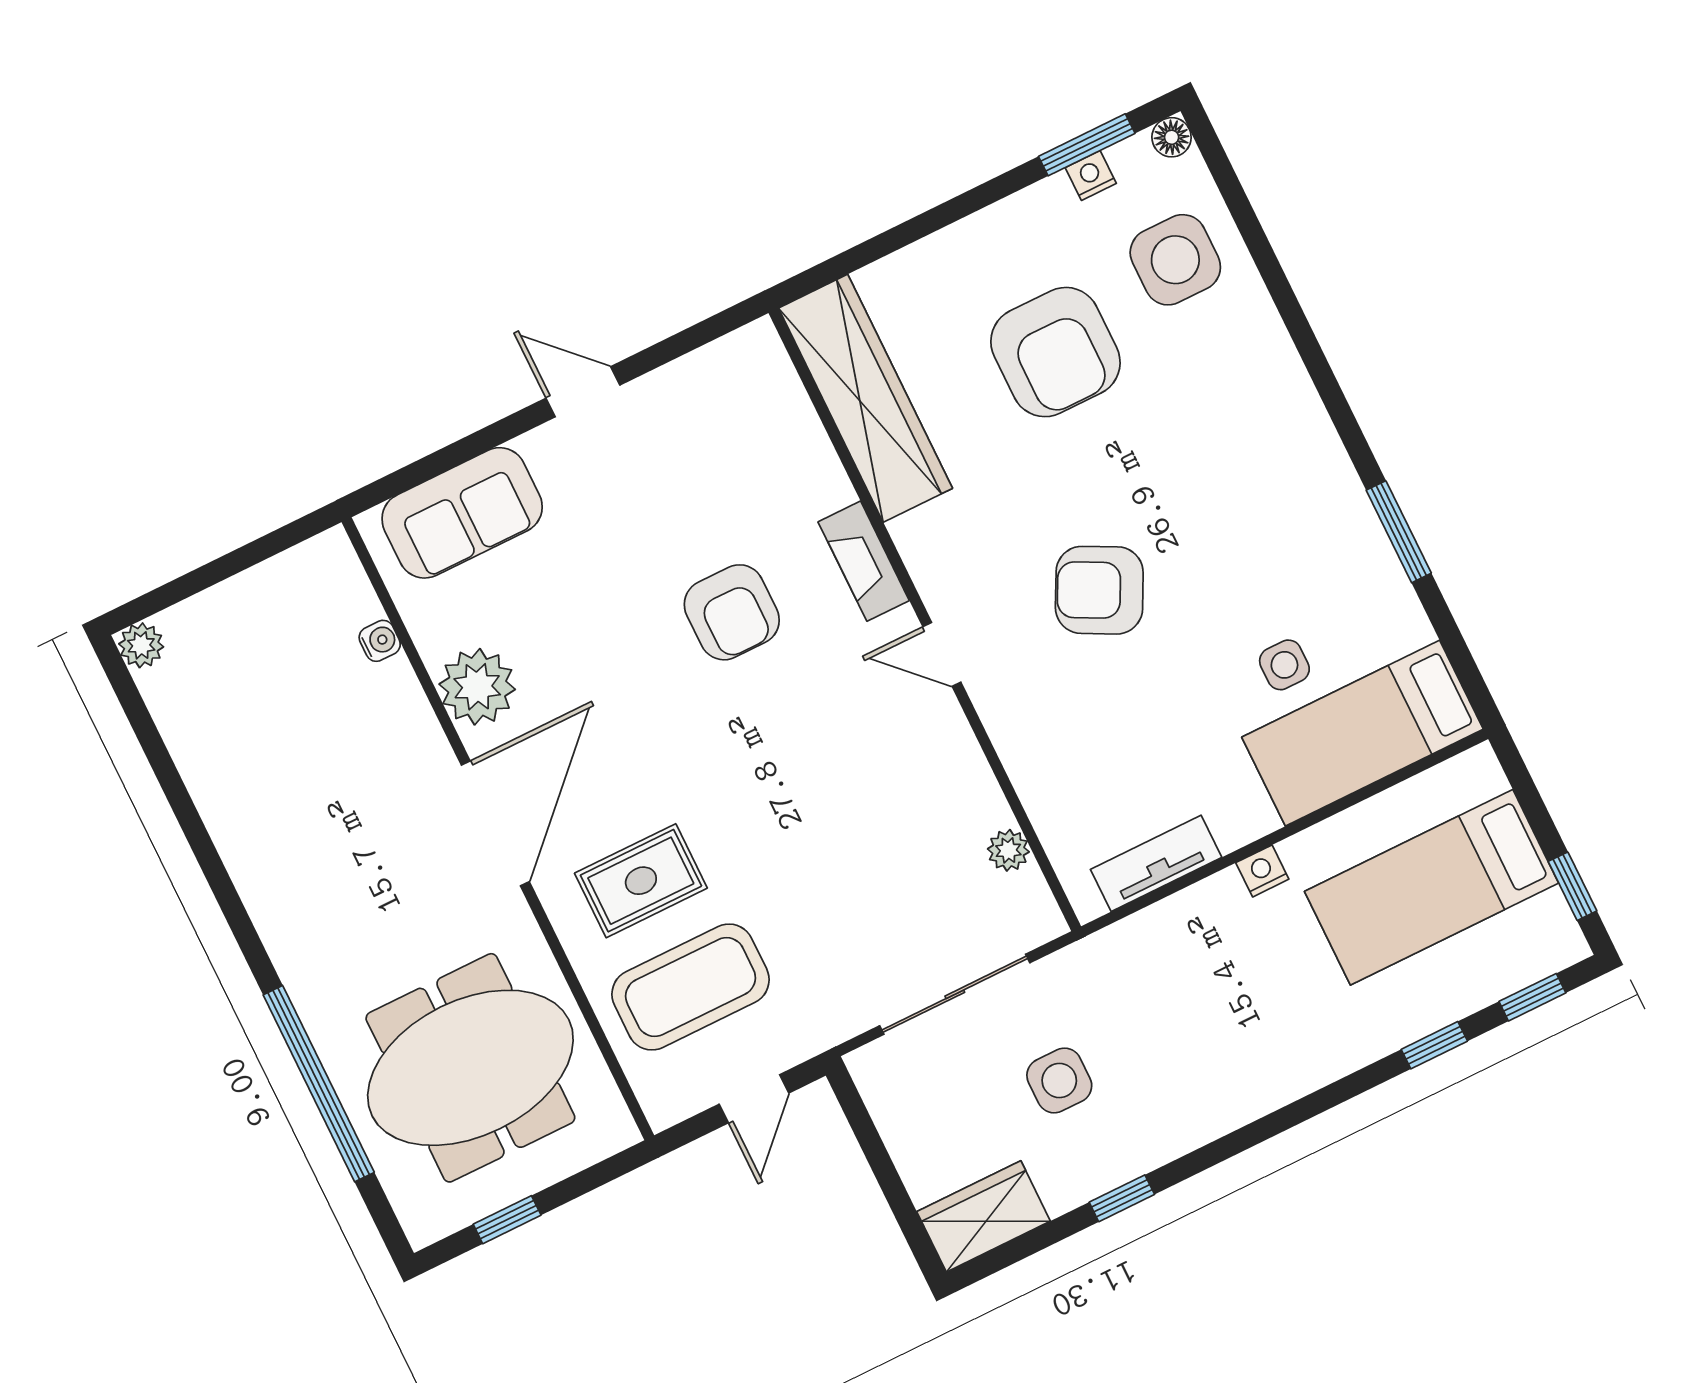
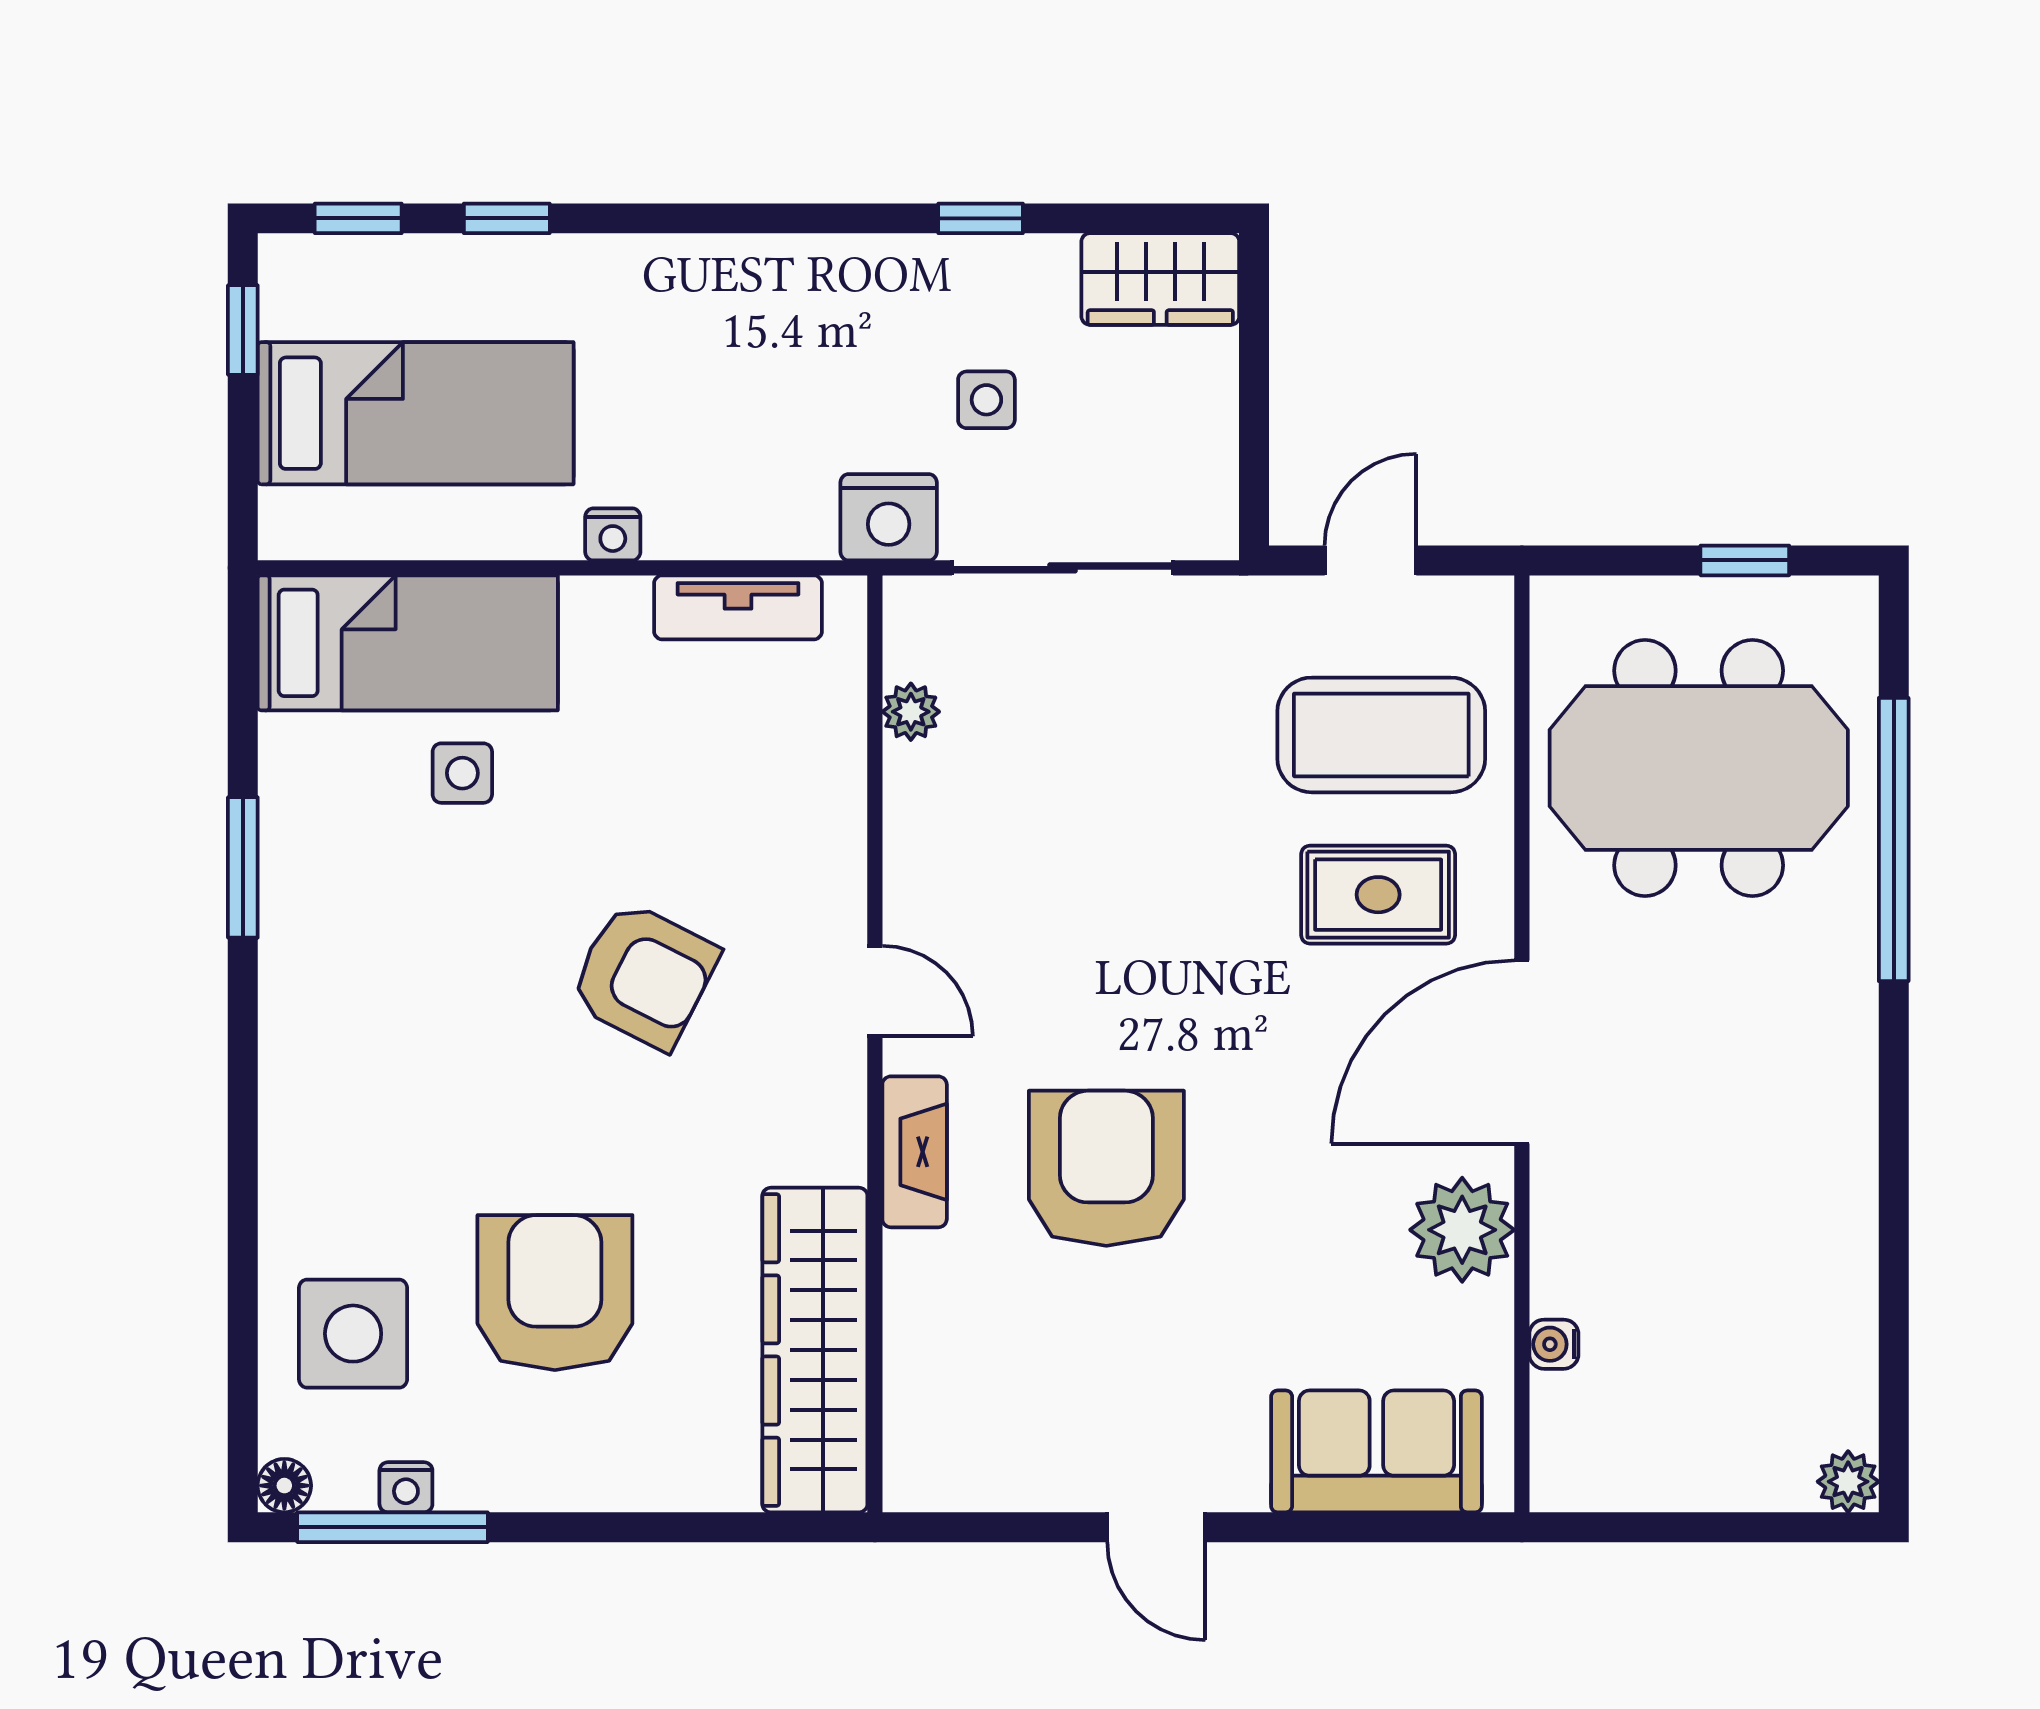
window: (1087, 145) -> (392, 1527), width x1.44
armchair: (732, 612) -> (1106, 1168), width x1.36, depth x1.36
nightstand: (1086, 971) -> (889, 517), added
side table: (1059, 1081) -> (986, 400), width x0.73, depth x0.73

